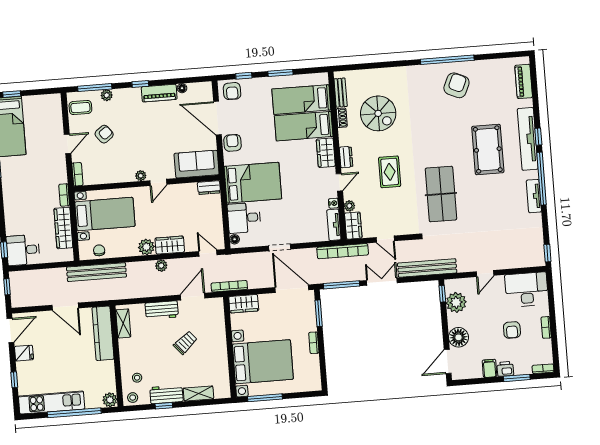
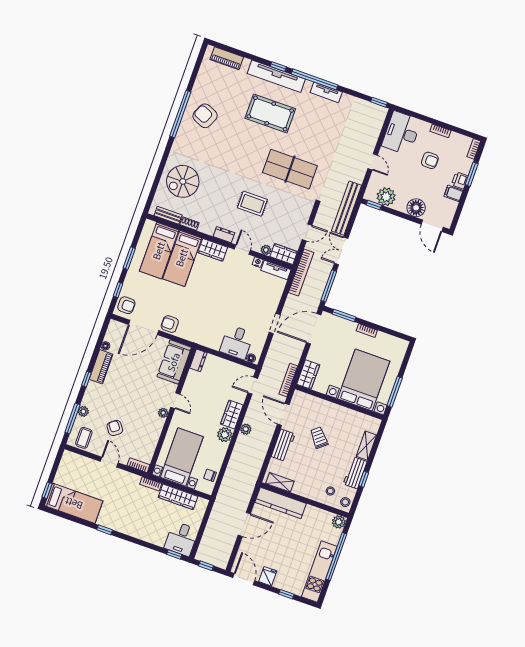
spiral stairs: (378, 113) -> (183, 181), moved, turned 180
bed: (253, 183) -> (211, 322), removed
bench: (96, 272) -> (227, 486), removed

